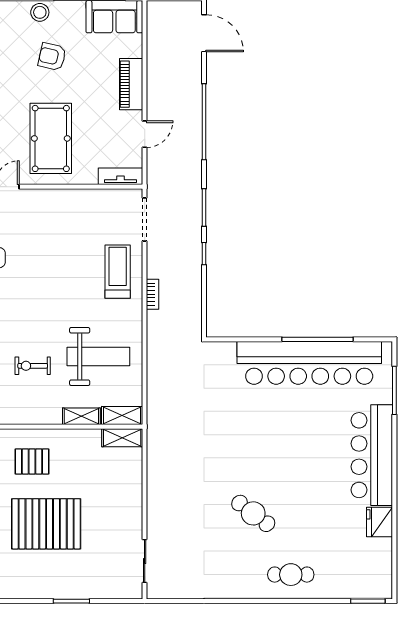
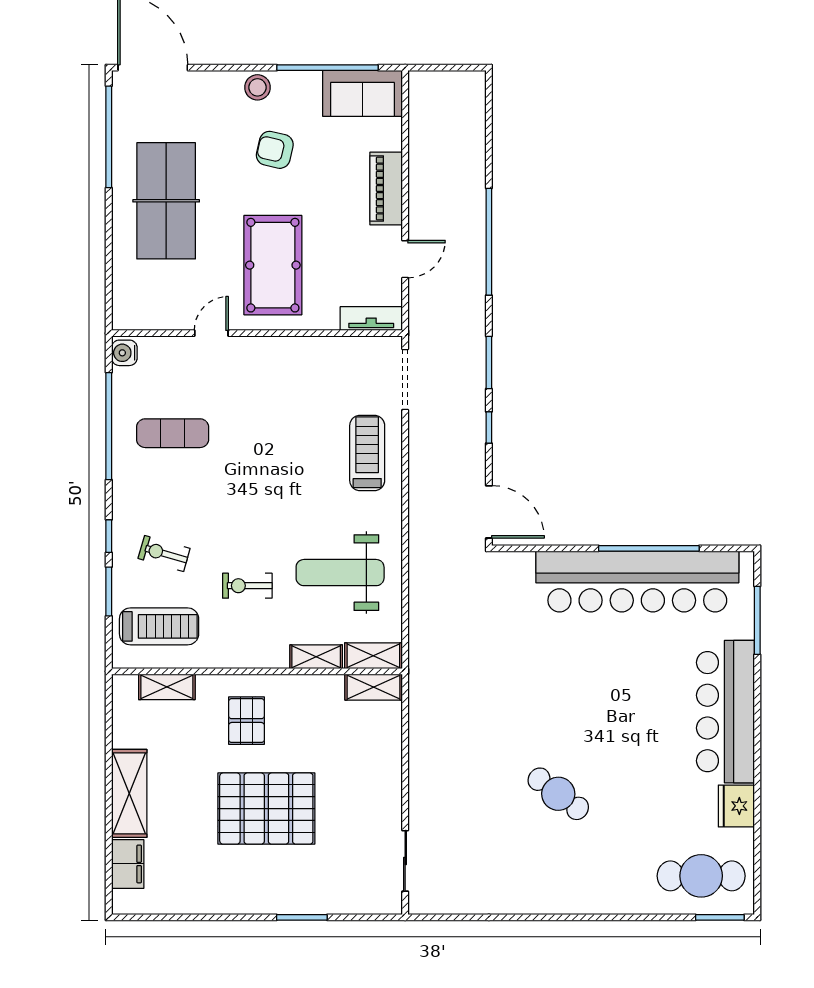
door: (204, 33) -> (489, 512), moved
bookcase: (153, 294) -> (416, 485), removed
weight bench: (98, 356) -> (340, 573), turned 180
pallet: (32, 461) -> (246, 721), turned 90
cafe table: (291, 575) -> (701, 876), moved, width x1.37, depth x1.35

